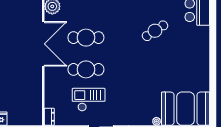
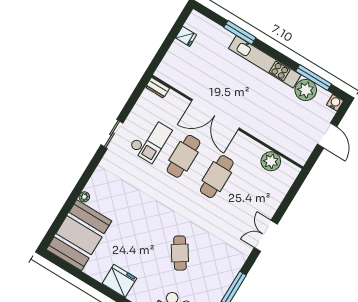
double door: (43, 44) -> (215, 114), moved
fridge: (200, 61) -> (119, 281), added

